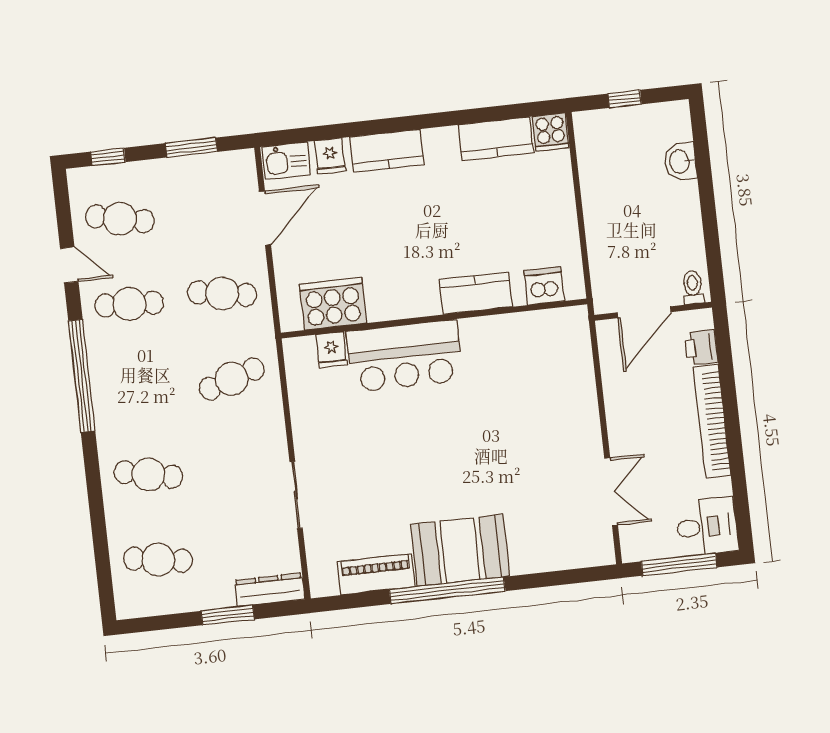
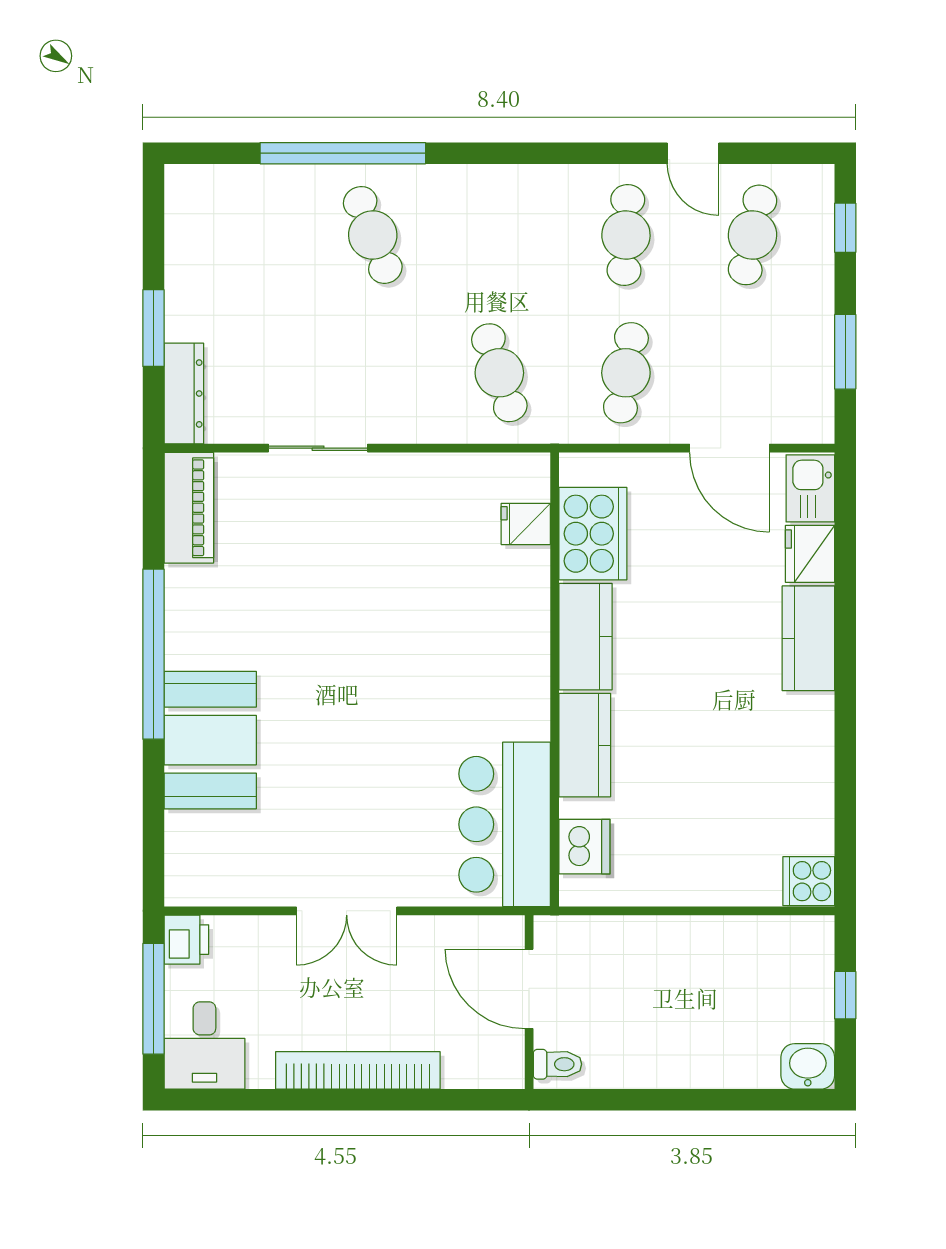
kitchen counter: (496, 139) -> (585, 637), moved, turned 180
fridge: (330, 156) -> (810, 554), width x1.38
washbasin: (680, 161) -> (808, 1066), moved
door: (69, 265) -> (693, 153), hinge flipped
printer: (701, 347) -> (186, 940), moved, turned 90
bar counter: (405, 356) -> (505, 824), moved
window: (82, 376) -> (343, 153), moved
cafe table: (148, 474) -> (373, 235), turned -33
double door: (611, 492) -> (347, 911), moved
booth: (460, 550) -> (210, 740), moved
cafe table: (158, 560) -> (246, 235), removed
piano: (376, 574) -> (189, 508), moved

